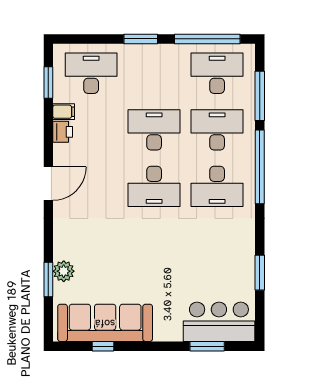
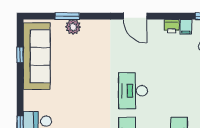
desk: (154, 130) -> (173, 91), removed

